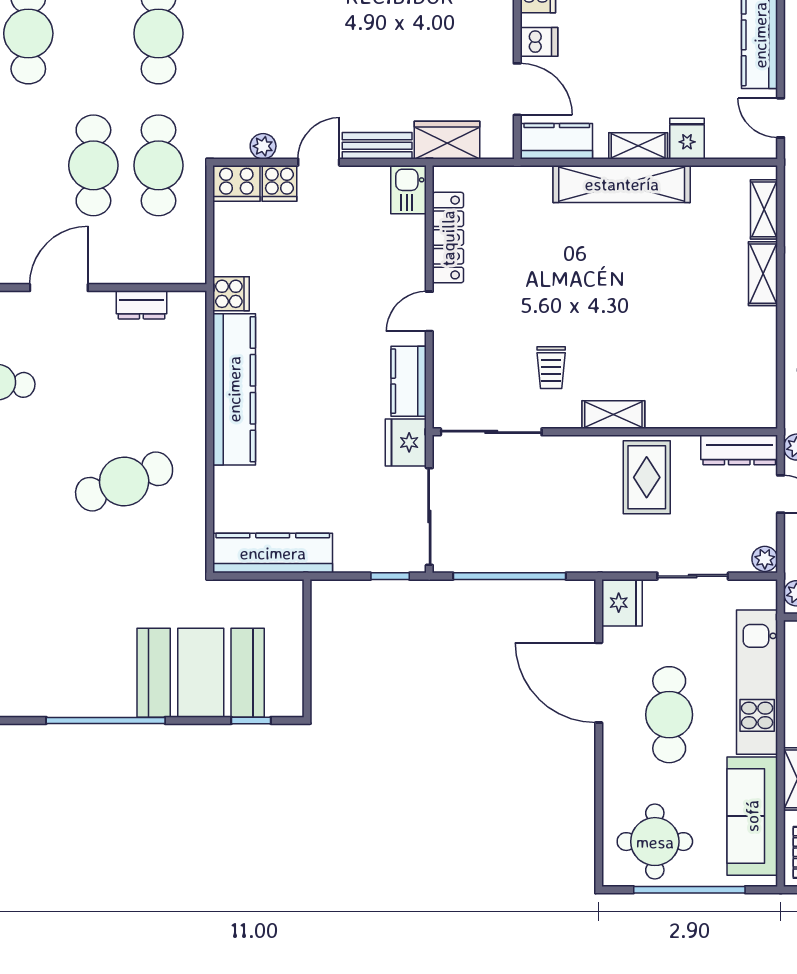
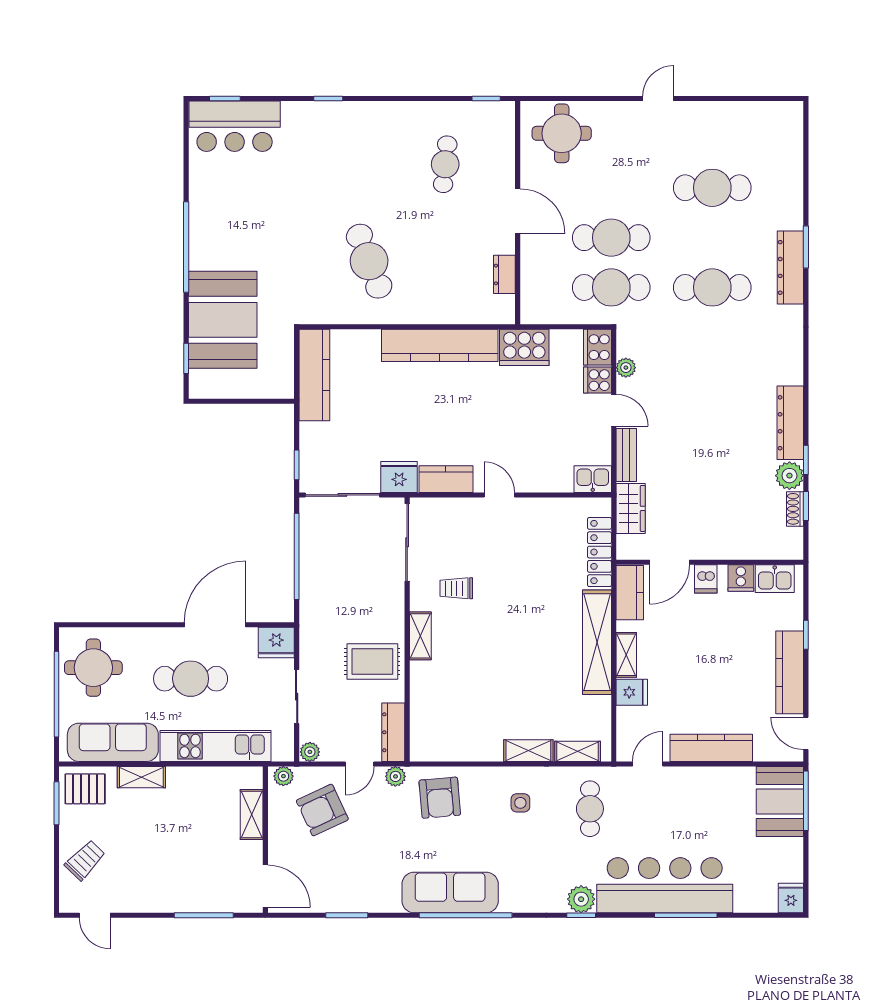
locker: (448, 238) -> (599, 552), moved, turned 90
cooker: (231, 294) -> (524, 347), width x1.87, depth x1.31

